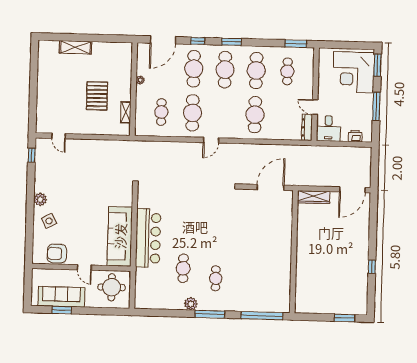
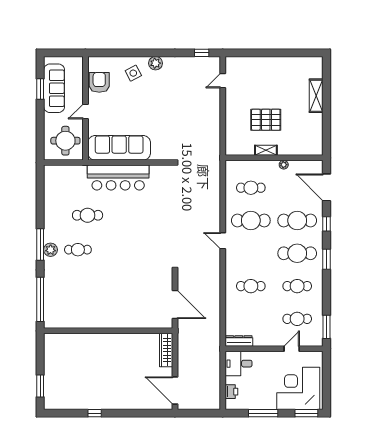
cafe table: (256, 70) -> (297, 286), width x0.73, depth x0.74
door: (315, 107) -> (292, 349), moved
shelving: (126, 112) -> (266, 150), moved
cafe table: (255, 115) -> (251, 286), width x0.73, depth x0.74
plant: (191, 304) -> (51, 250), moved

